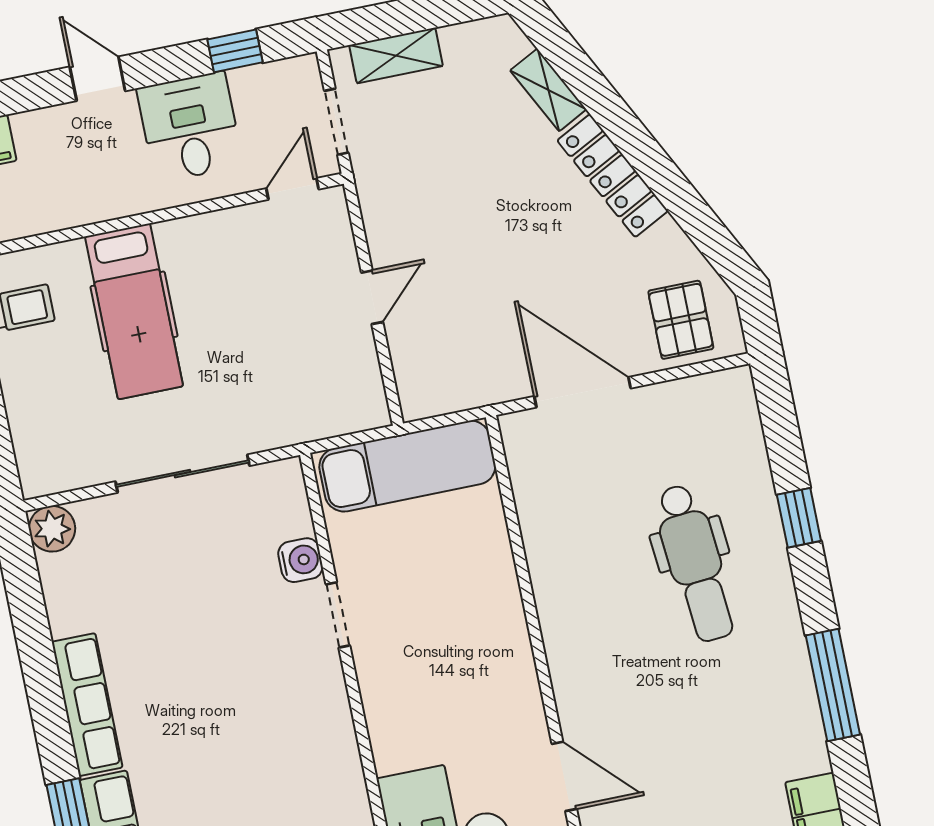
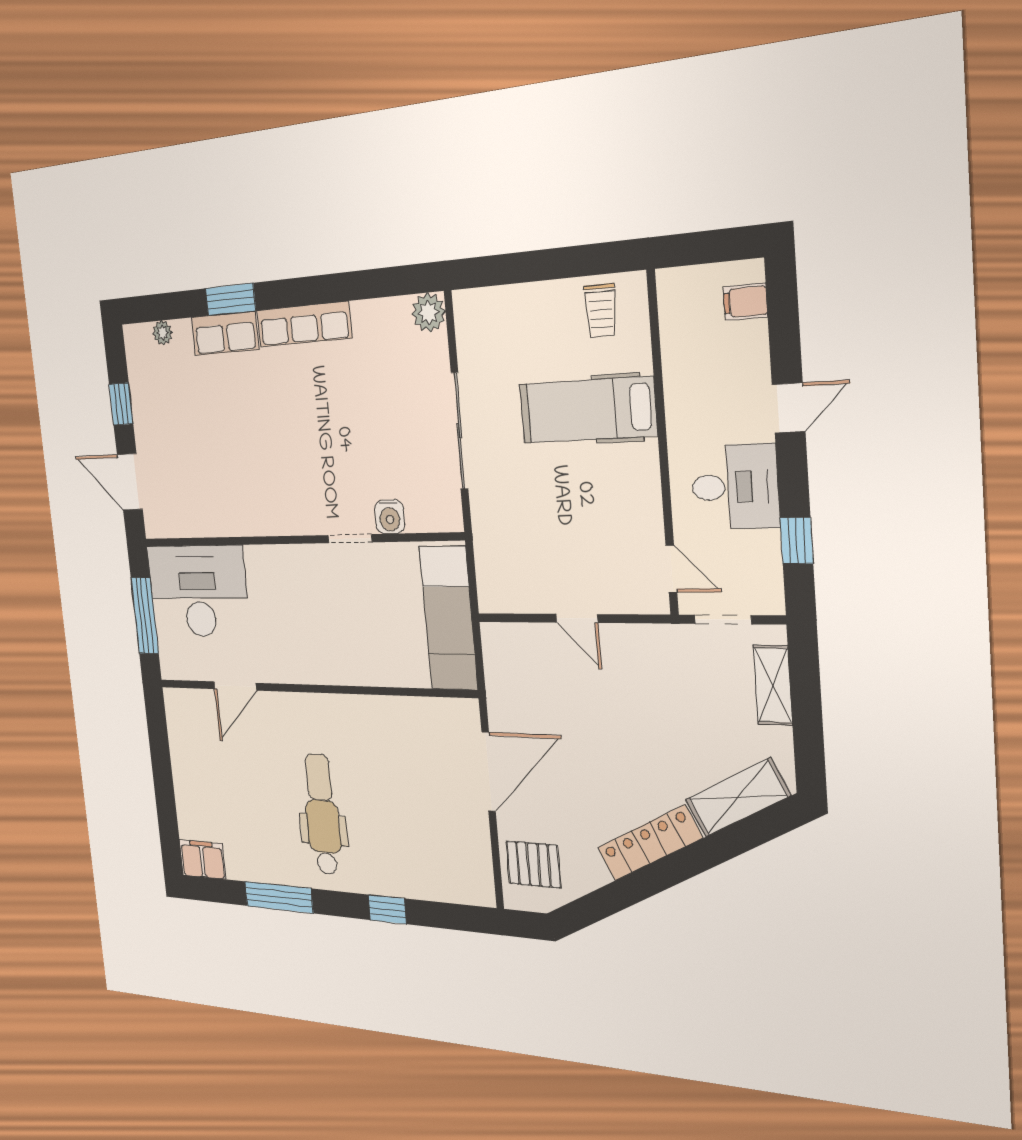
shelving: (548, 90) -> (738, 798), width x1.50, depth x1.33
dental chair: (695, 563) -> (322, 814), moved, turned 95

